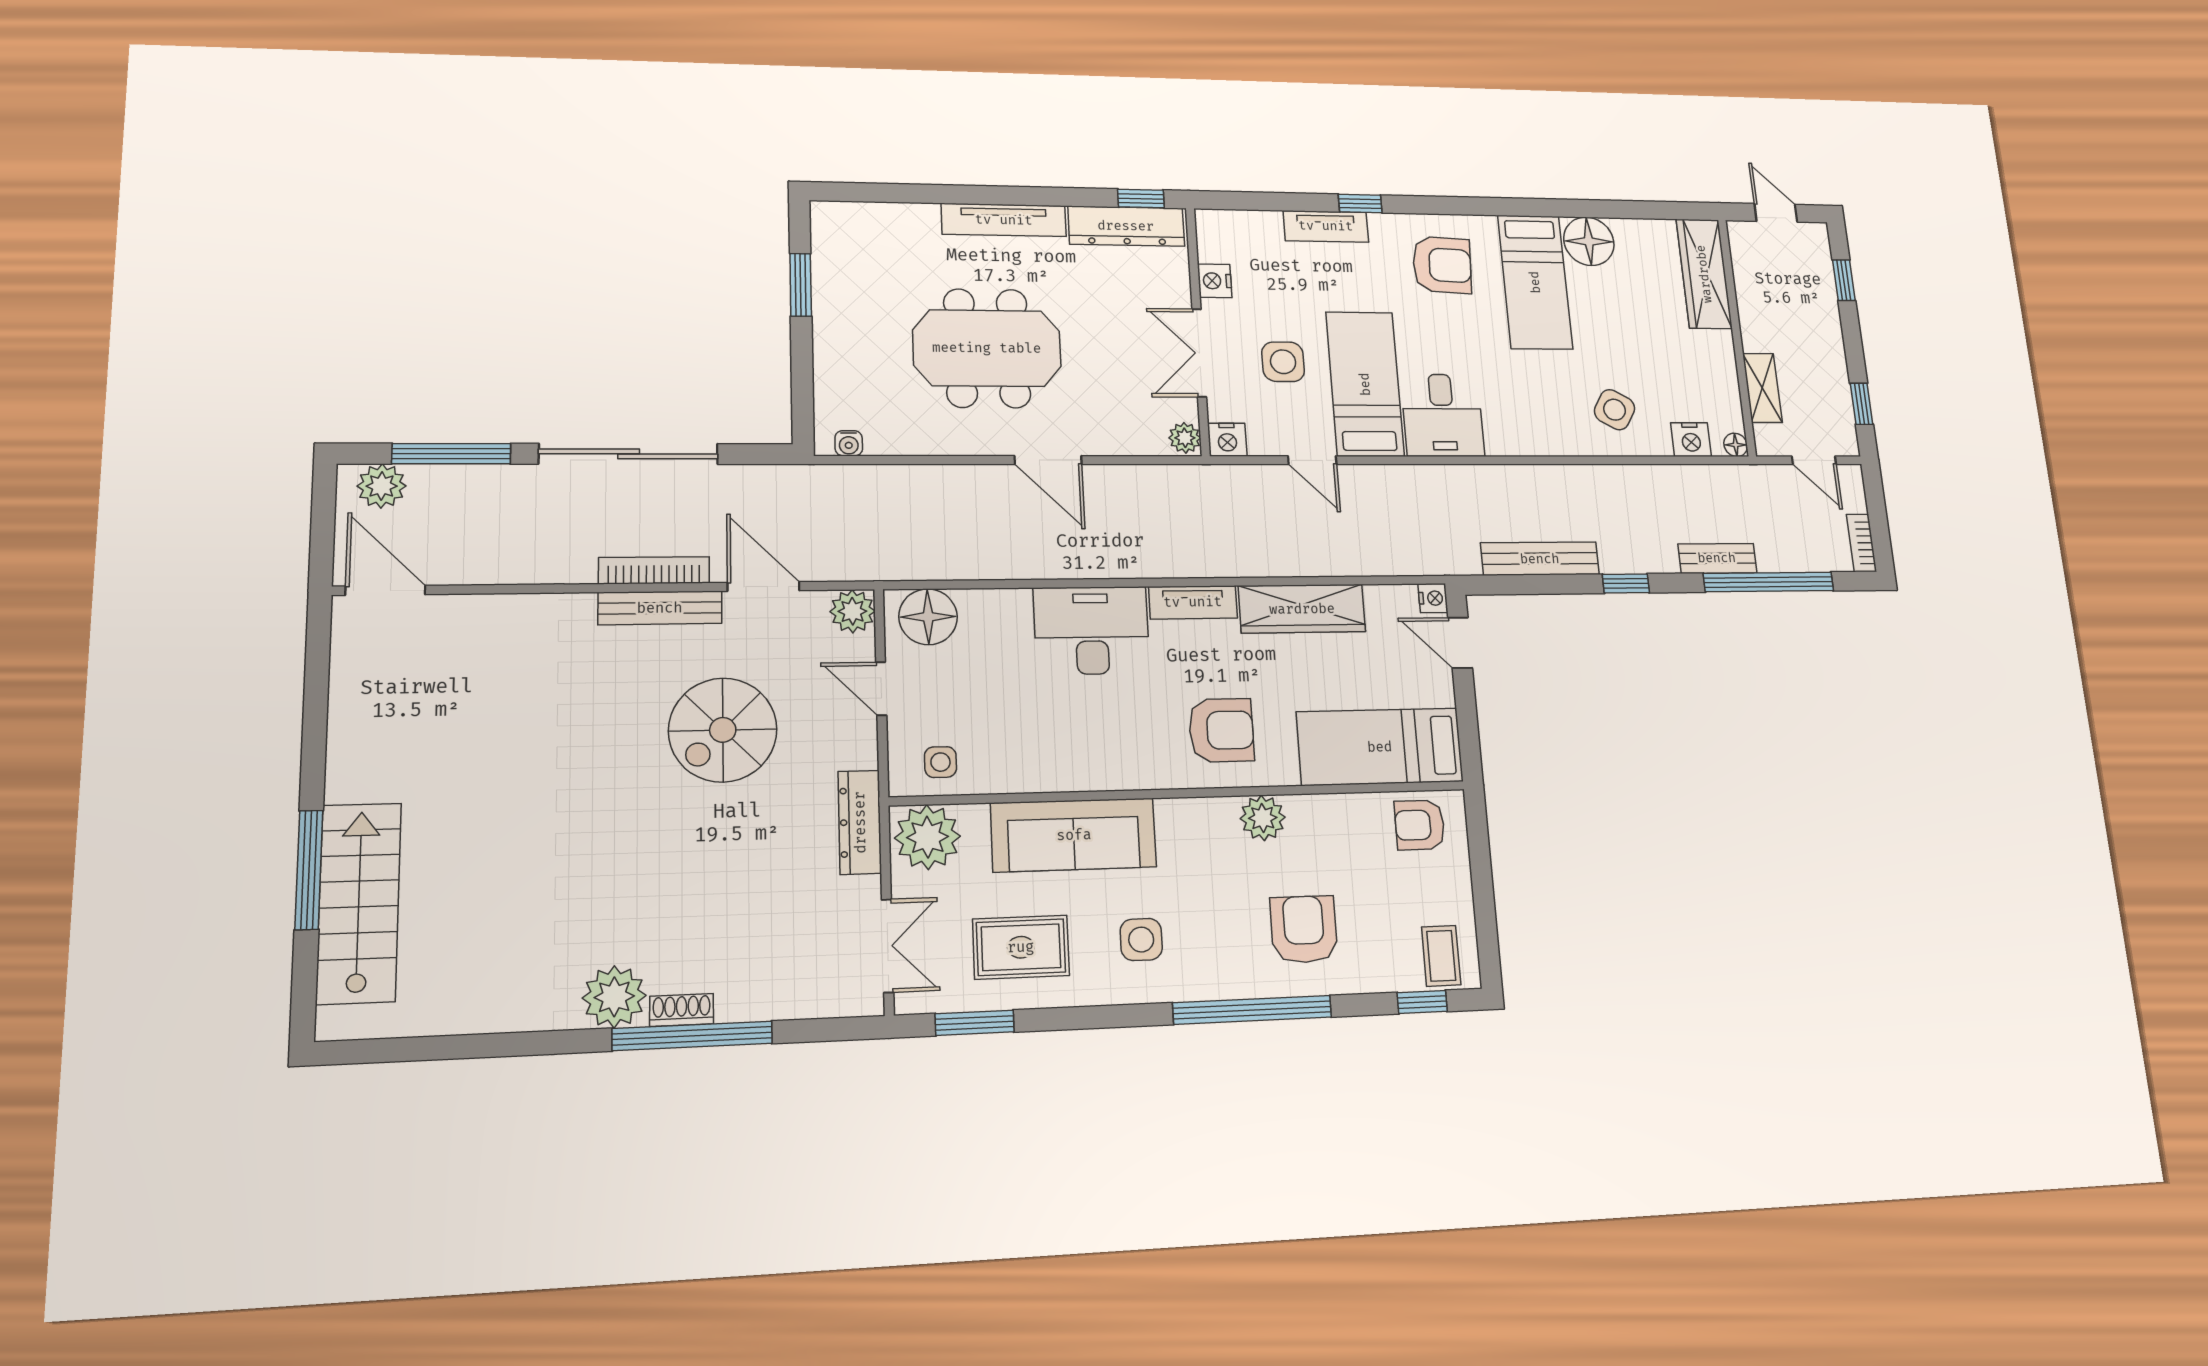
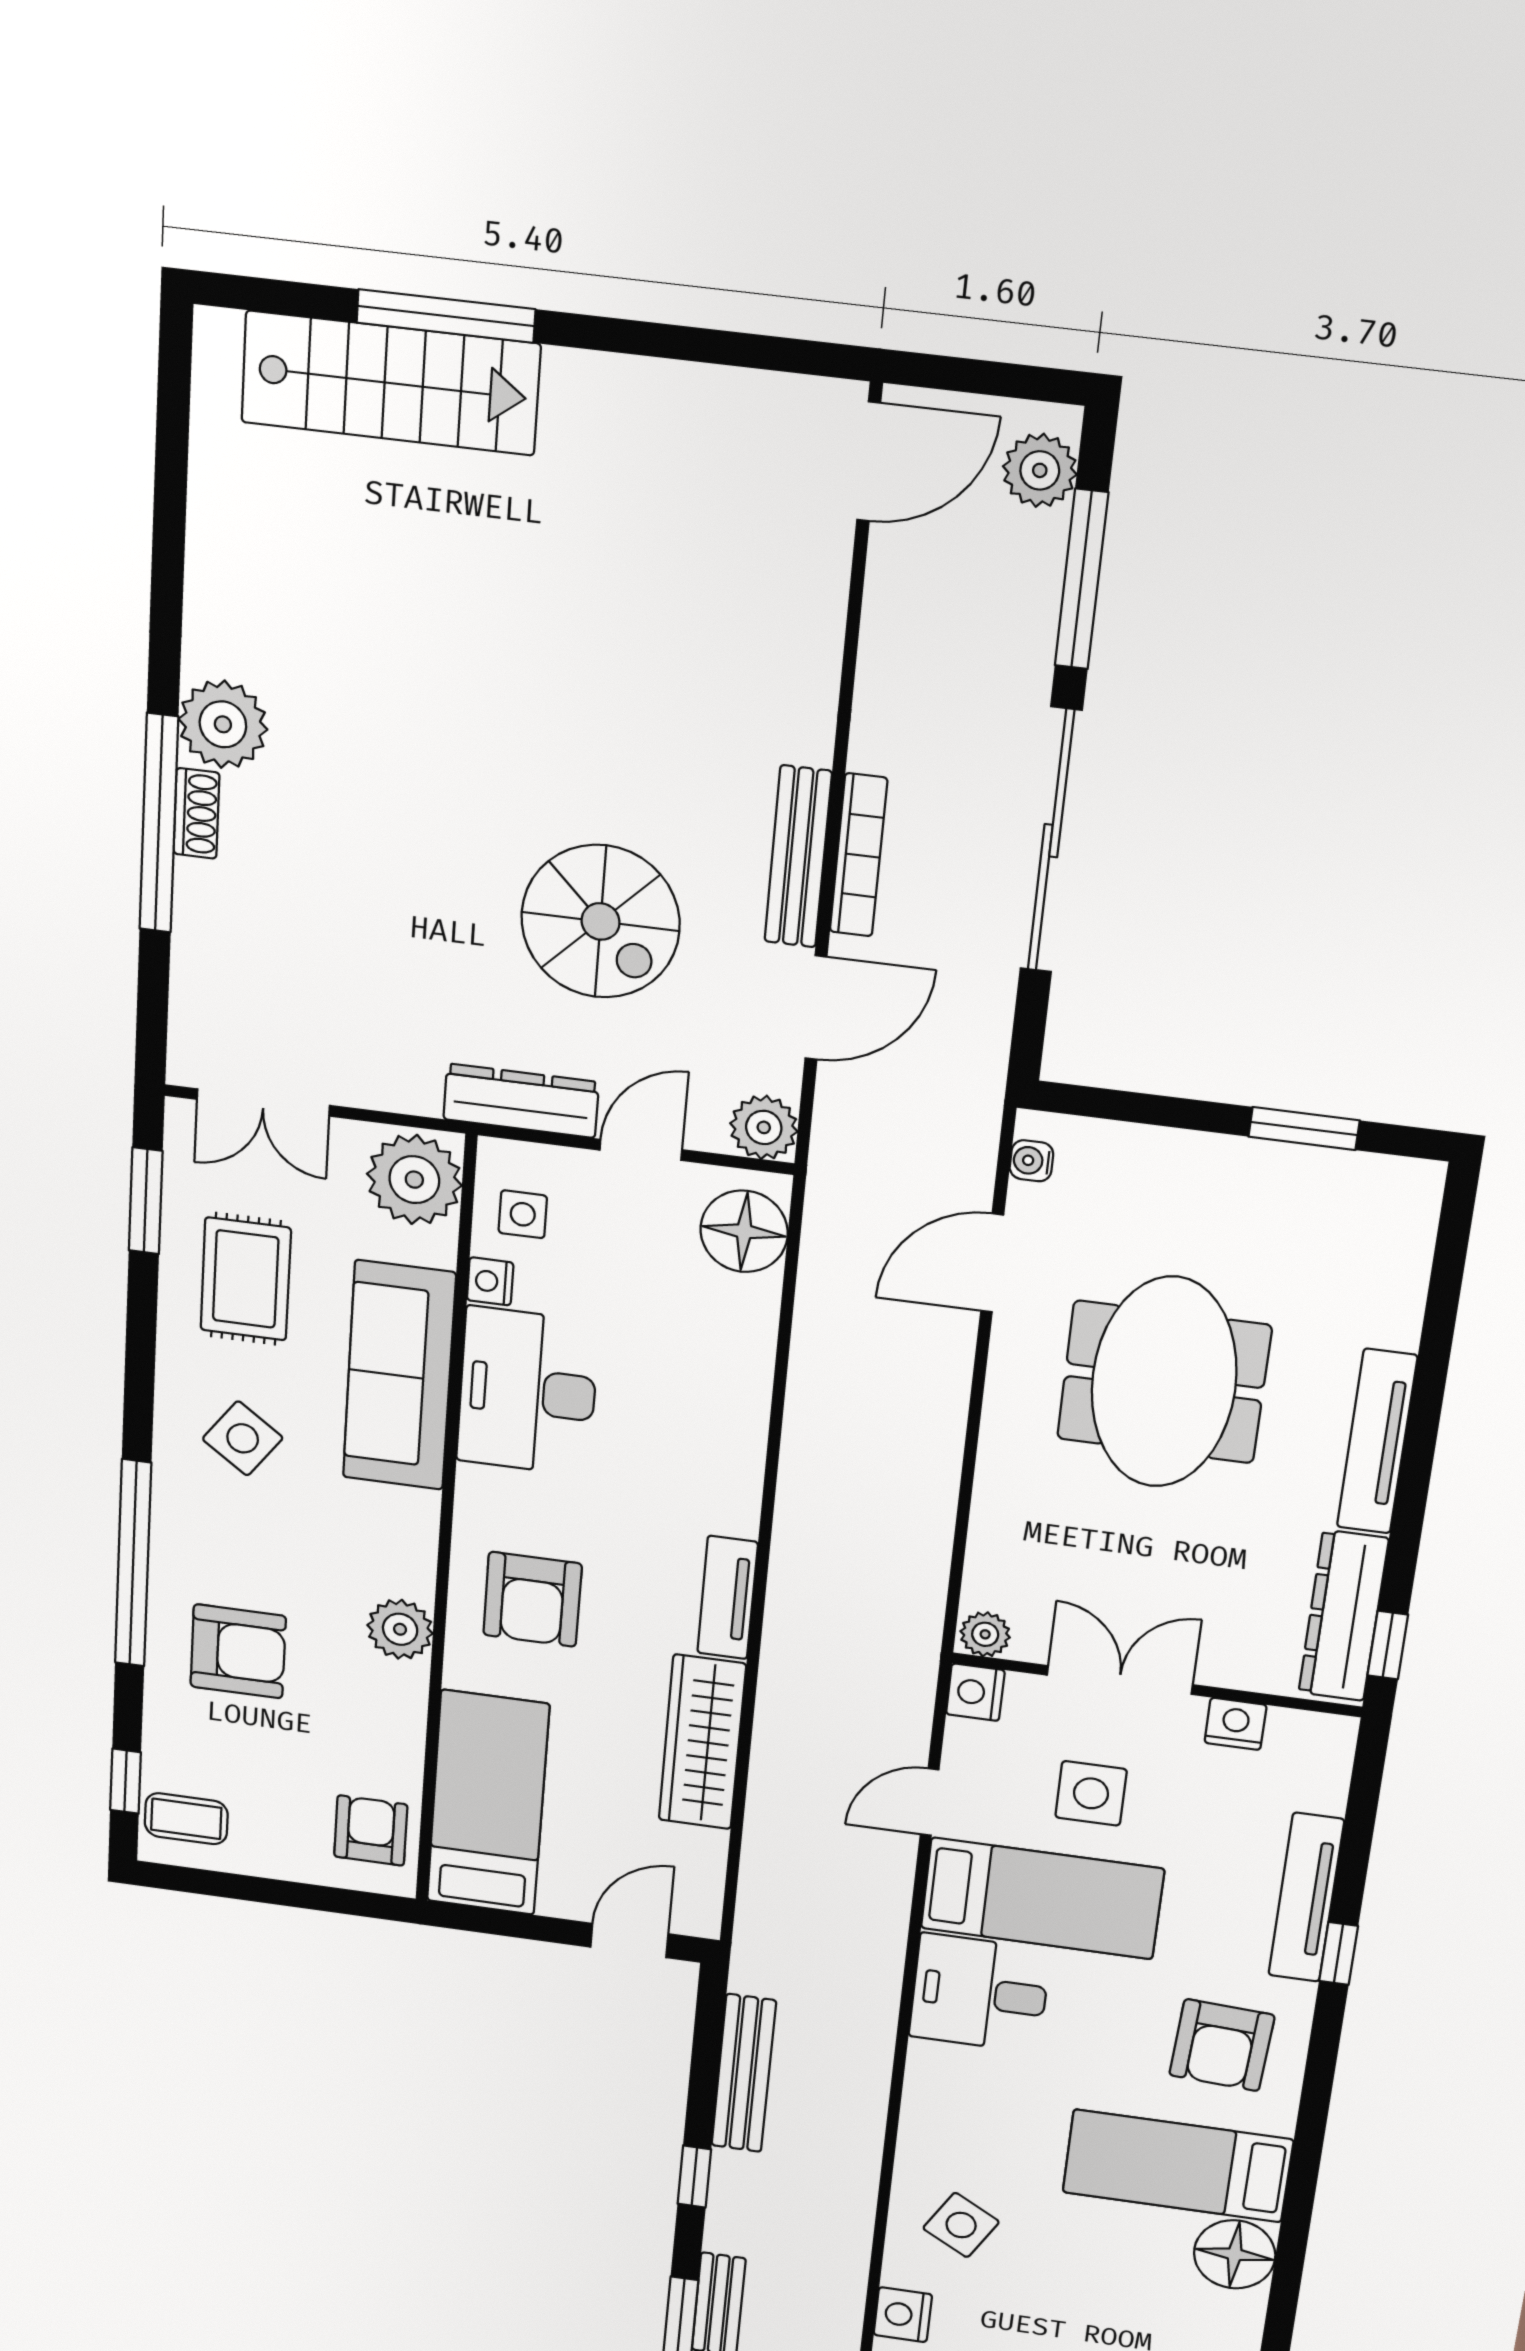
tv unit: (1326, 226) -> (1306, 1898), width x1.41
door: (1048, 460) -> (992, 1263), moved
nightstand: (1433, 598) -> (490, 1281), moved, turned 90
desk: (1092, 630) -> (528, 1391), moved, turned 180
spiral stairs: (723, 730) -> (601, 921), turned 180
dresser: (860, 822) -> (521, 1101), moved
side table: (1141, 939) -> (243, 1438), turned 36

